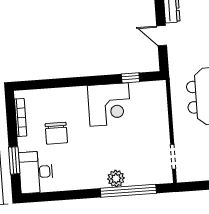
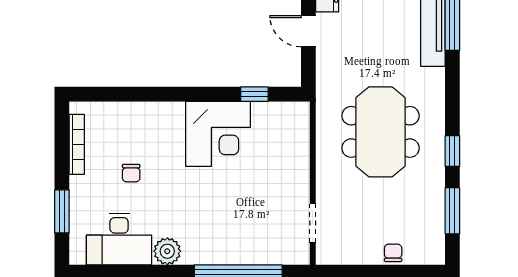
chair: (56, 133) -> (131, 173), width x0.54, depth x0.54
desk: (36, 172) -> (119, 239), moved, turned -90
plant: (116, 178) -> (167, 251), moved

